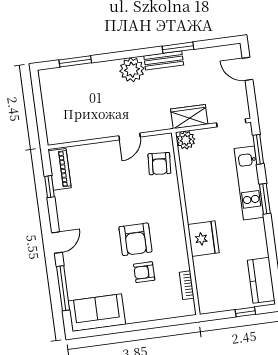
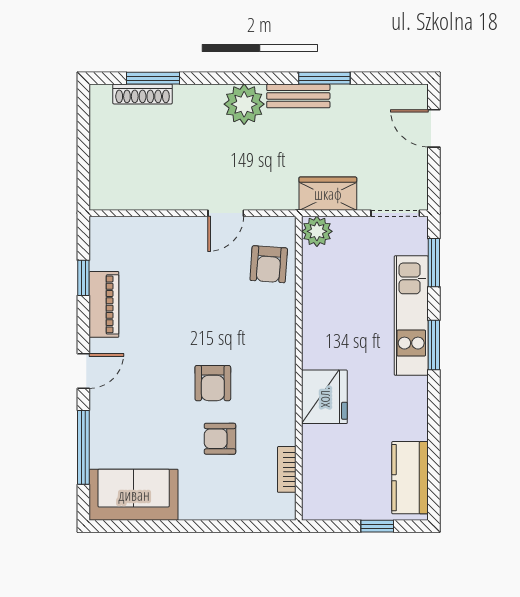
shoe rack: (70, 72) -> (143, 94), added
piano: (60, 169) -> (104, 304), moved
armchair: (135, 239) -> (213, 383), width x0.72, depth x0.72

